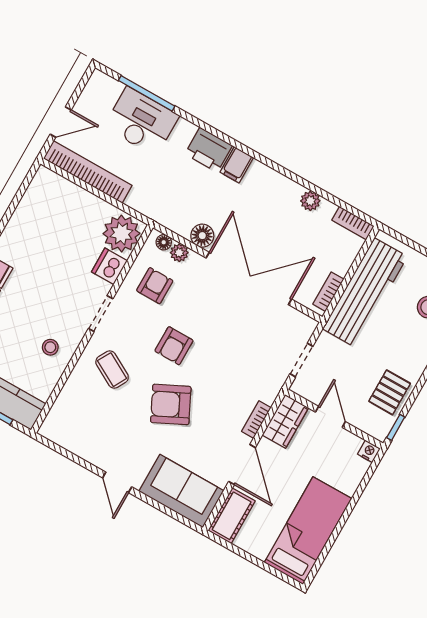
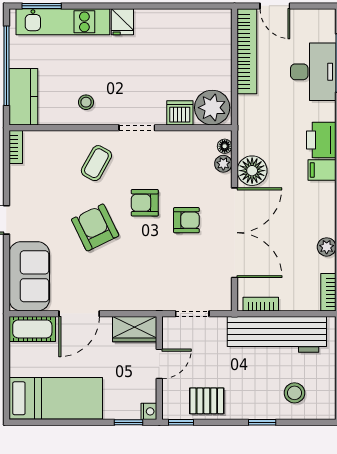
floor lamp: (202, 236) -> (252, 171), width x1.38, depth x1.38
armchair: (155, 286) -> (186, 220), moved
bookcase: (256, 420) -> (16, 147), moved, turned 90
window: (368, 476) -> (129, 422), added

